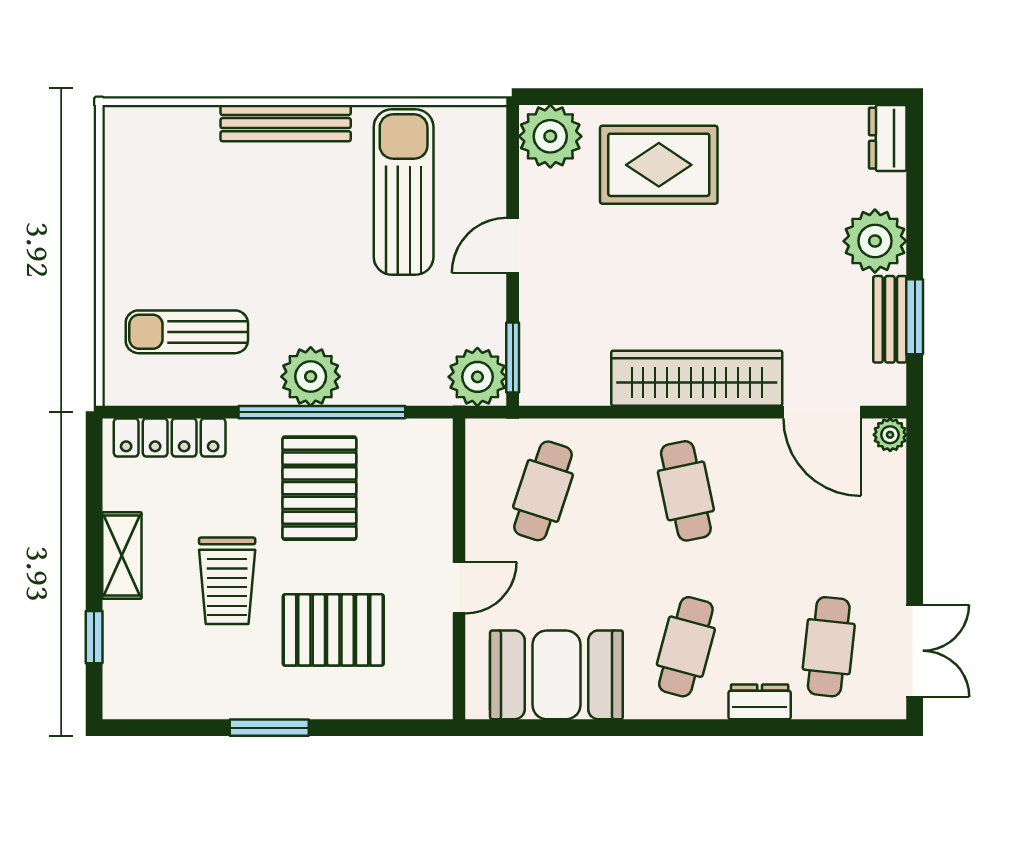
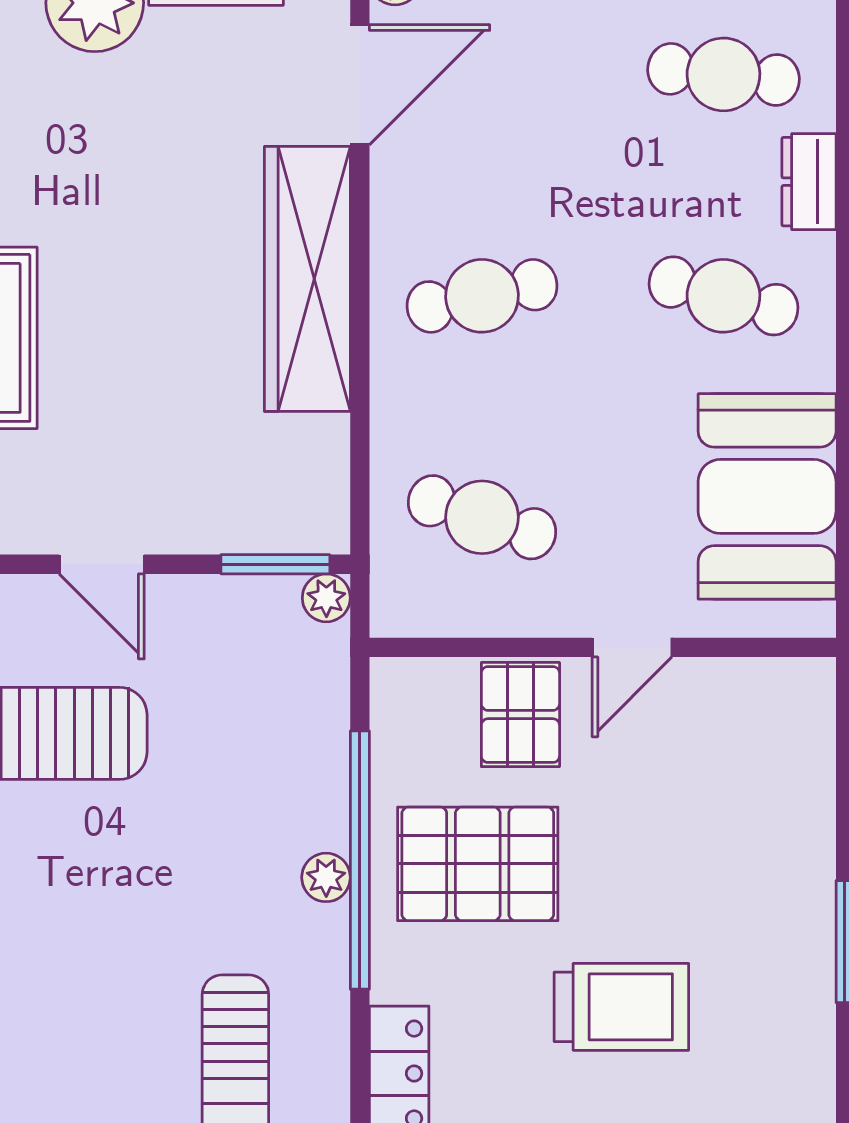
plant: (311, 377) -> (326, 877), width x0.53, depth x0.53
plant: (477, 377) -> (326, 598), width x0.53, depth x0.53
door: (459, 588) -> (632, 647), swing flipped
pallet: (333, 630) -> (520, 715), moved, width x0.67, depth x0.71

